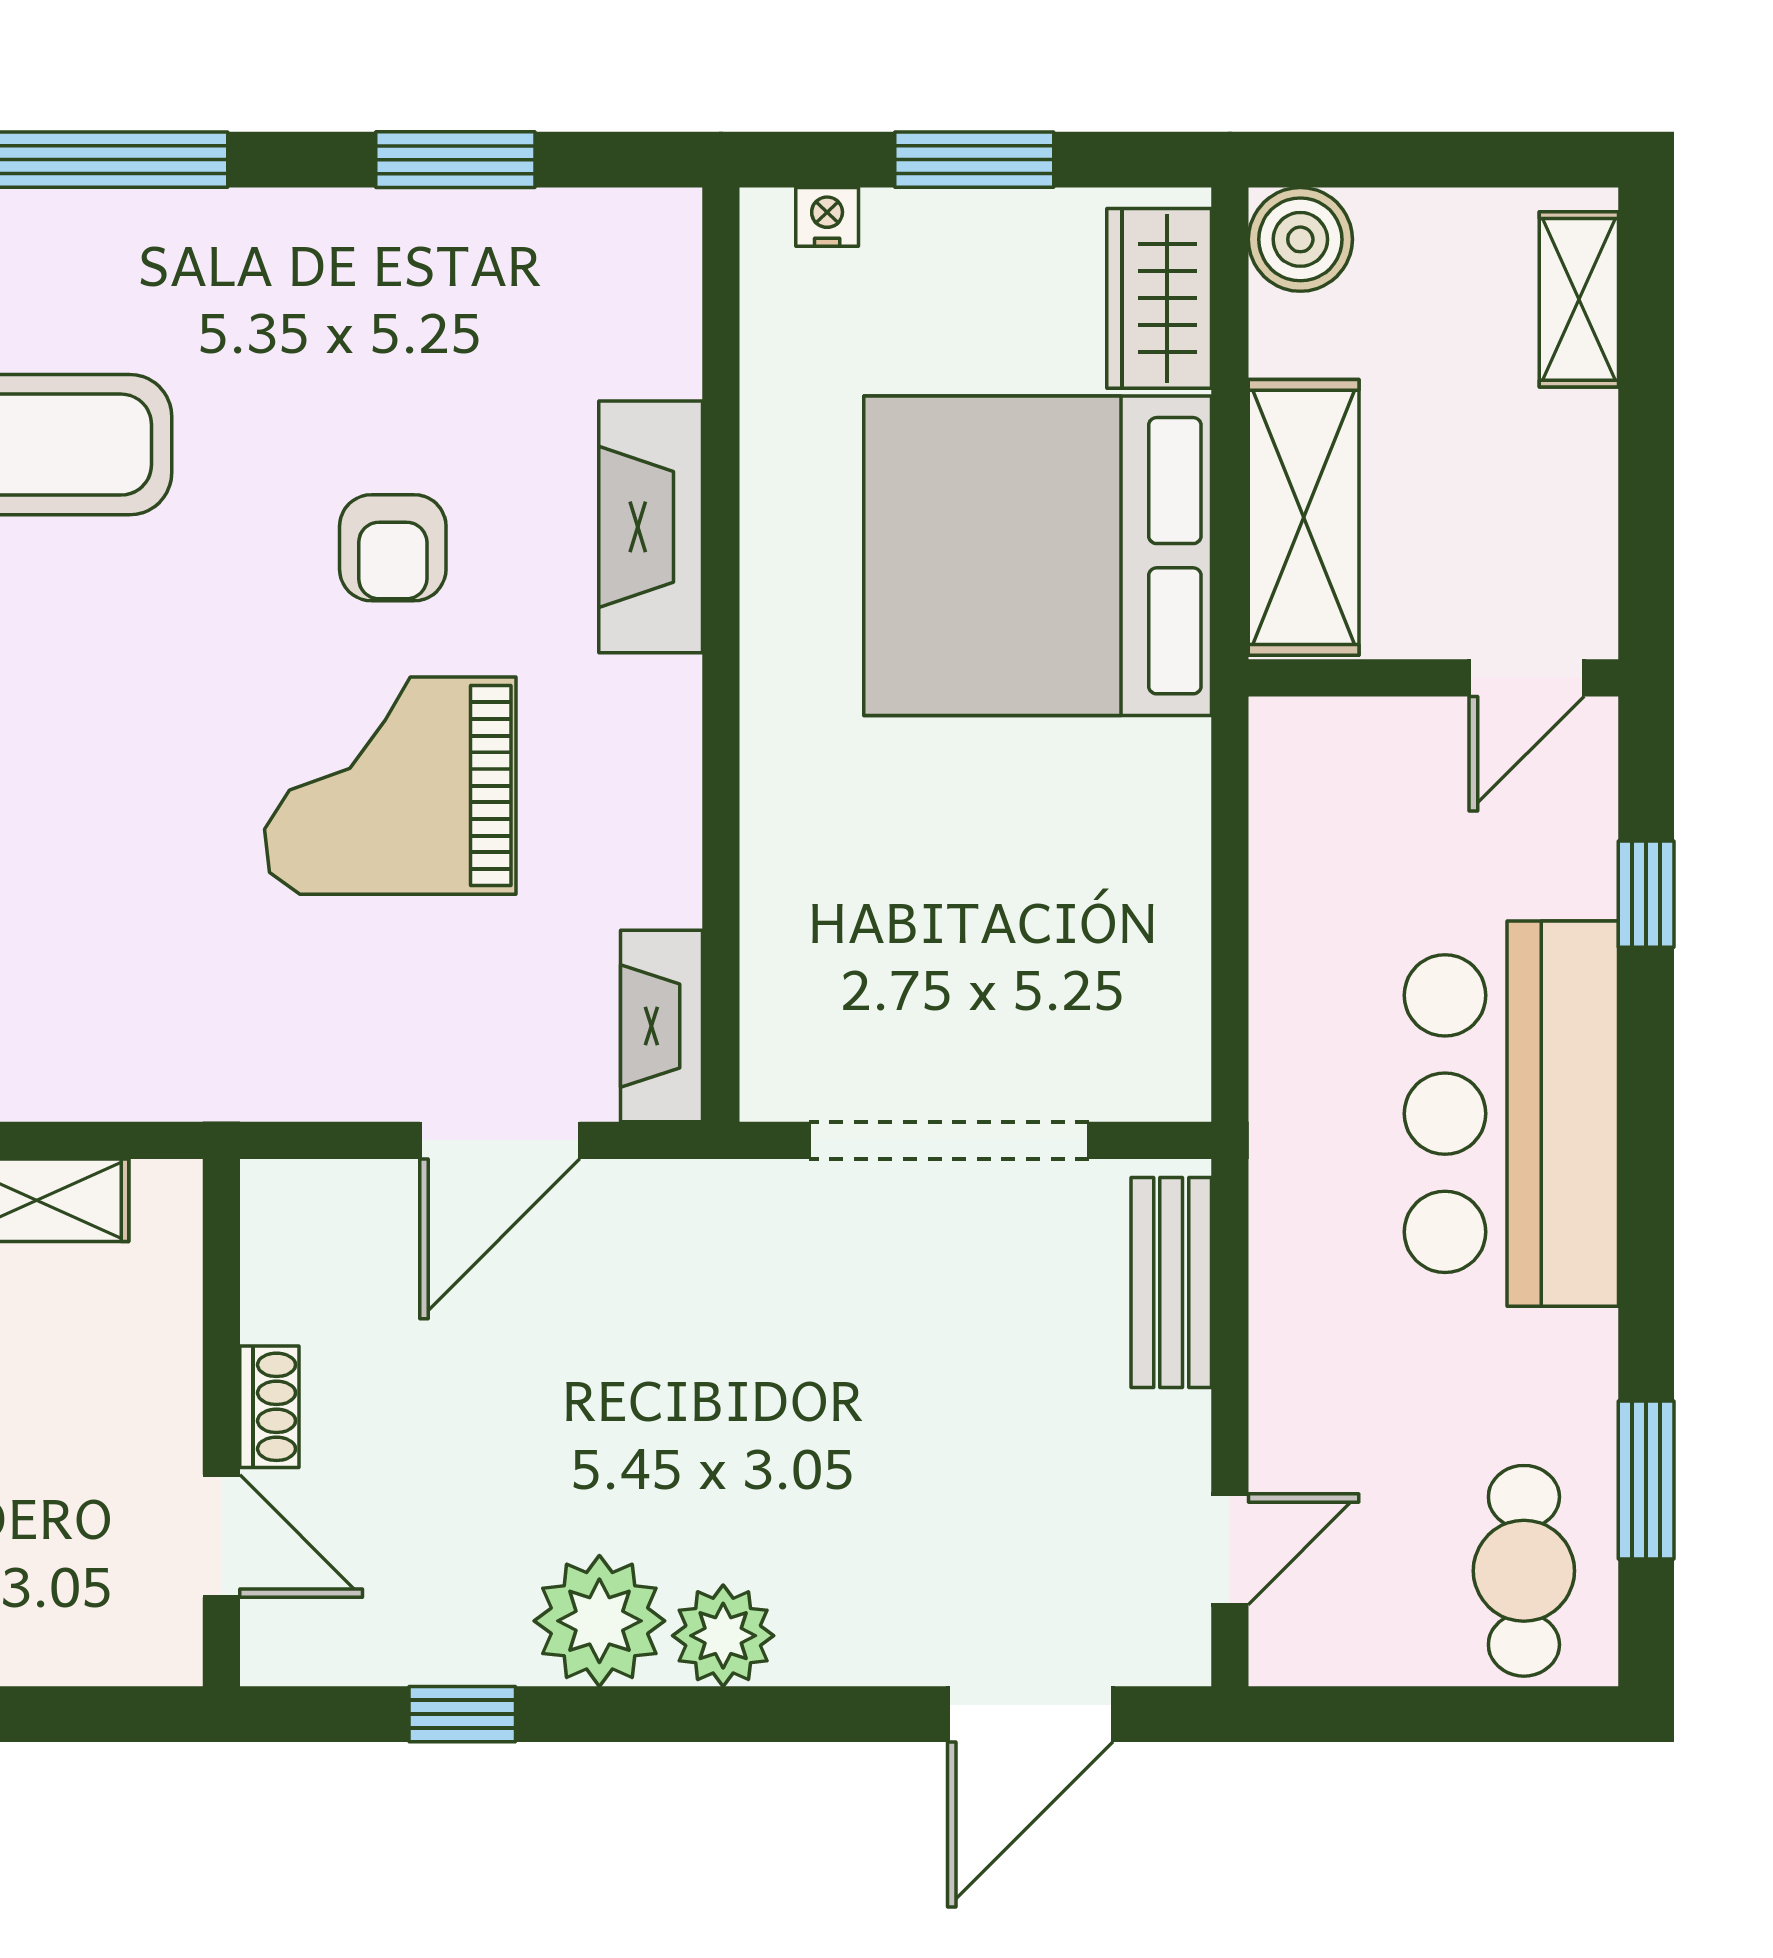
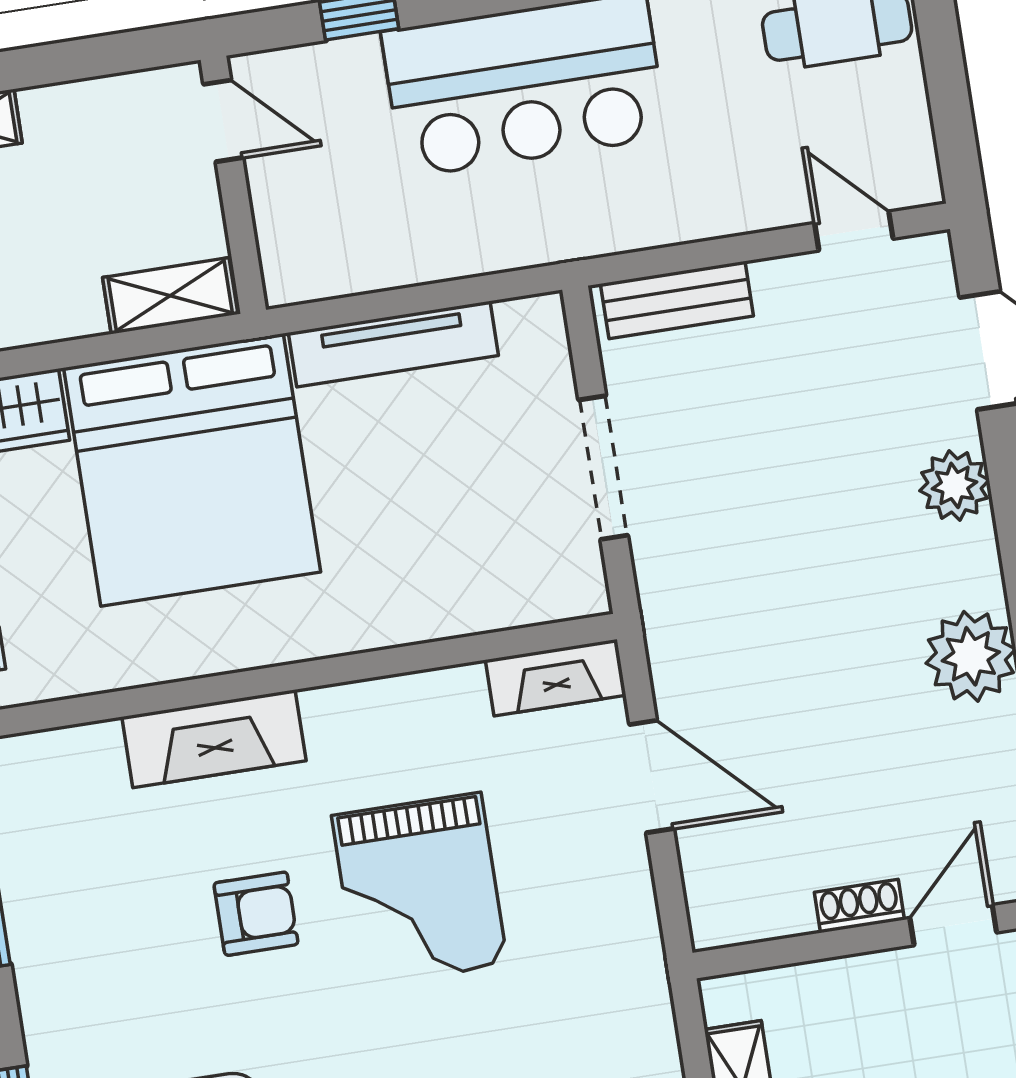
shelving: (1304, 517) -> (170, 296), width x0.67, depth x0.75
tv unit: (1172, 870) -> (393, 344), added
doorway: (949, 1140) -> (603, 468), width x0.73
plant: (723, 1636) -> (955, 485), moved

